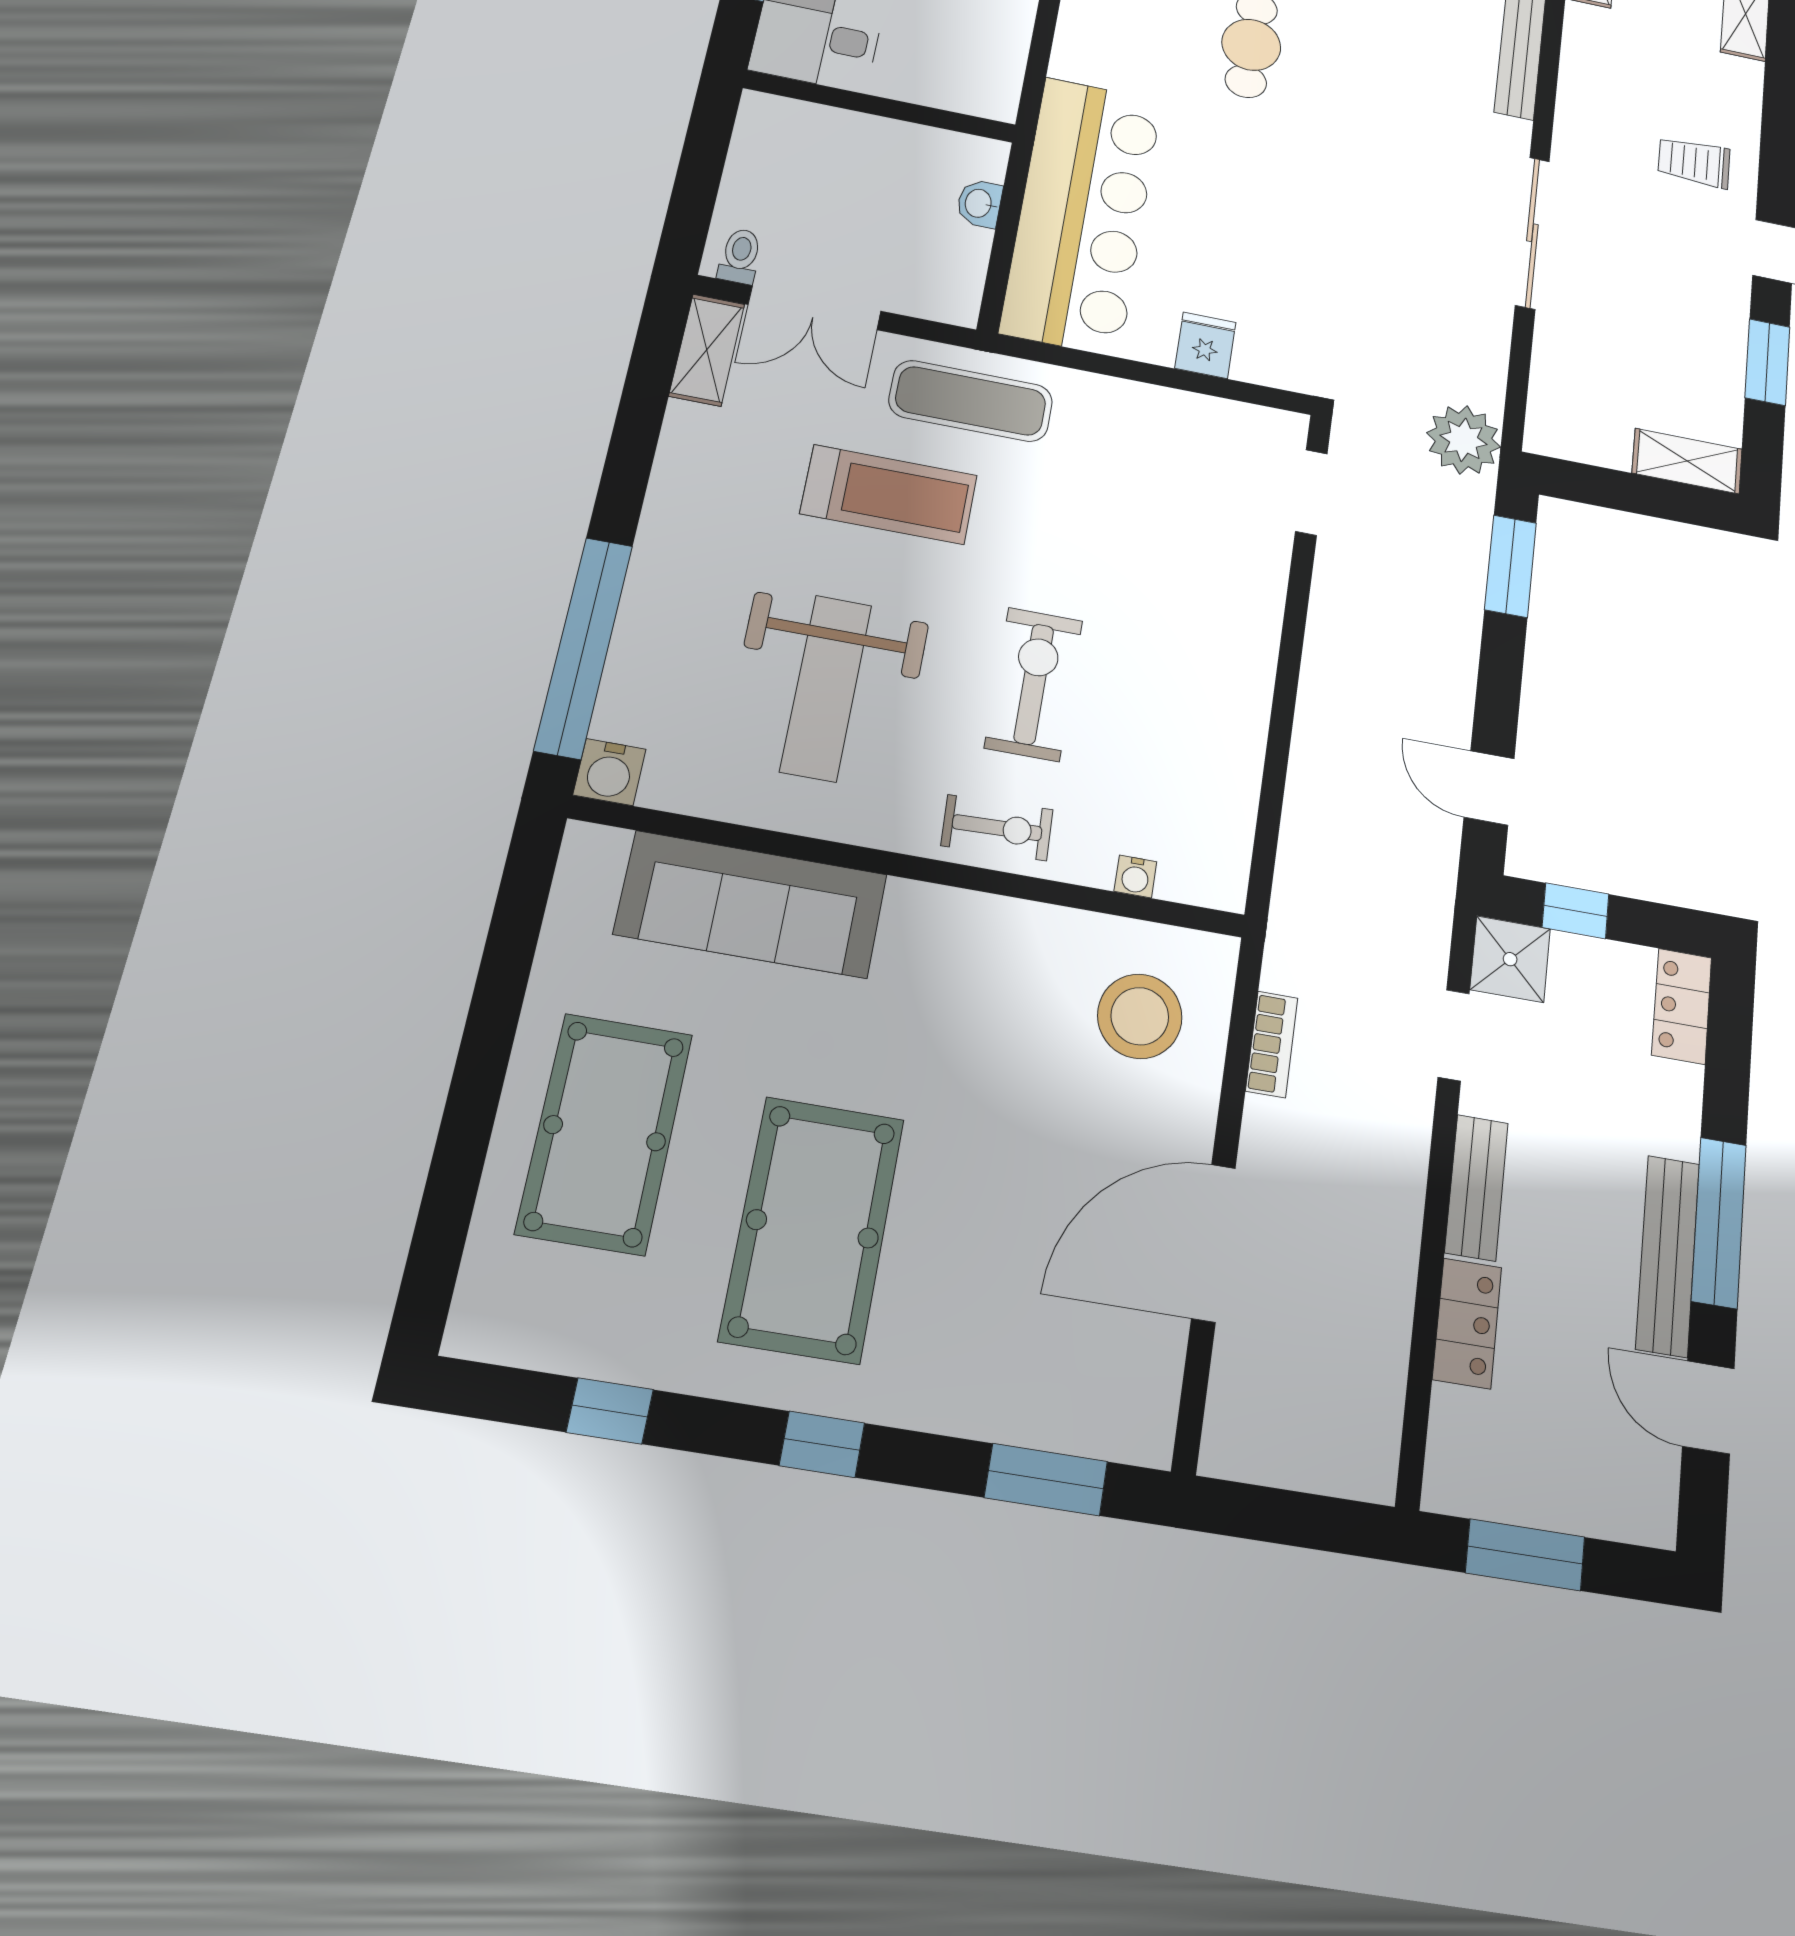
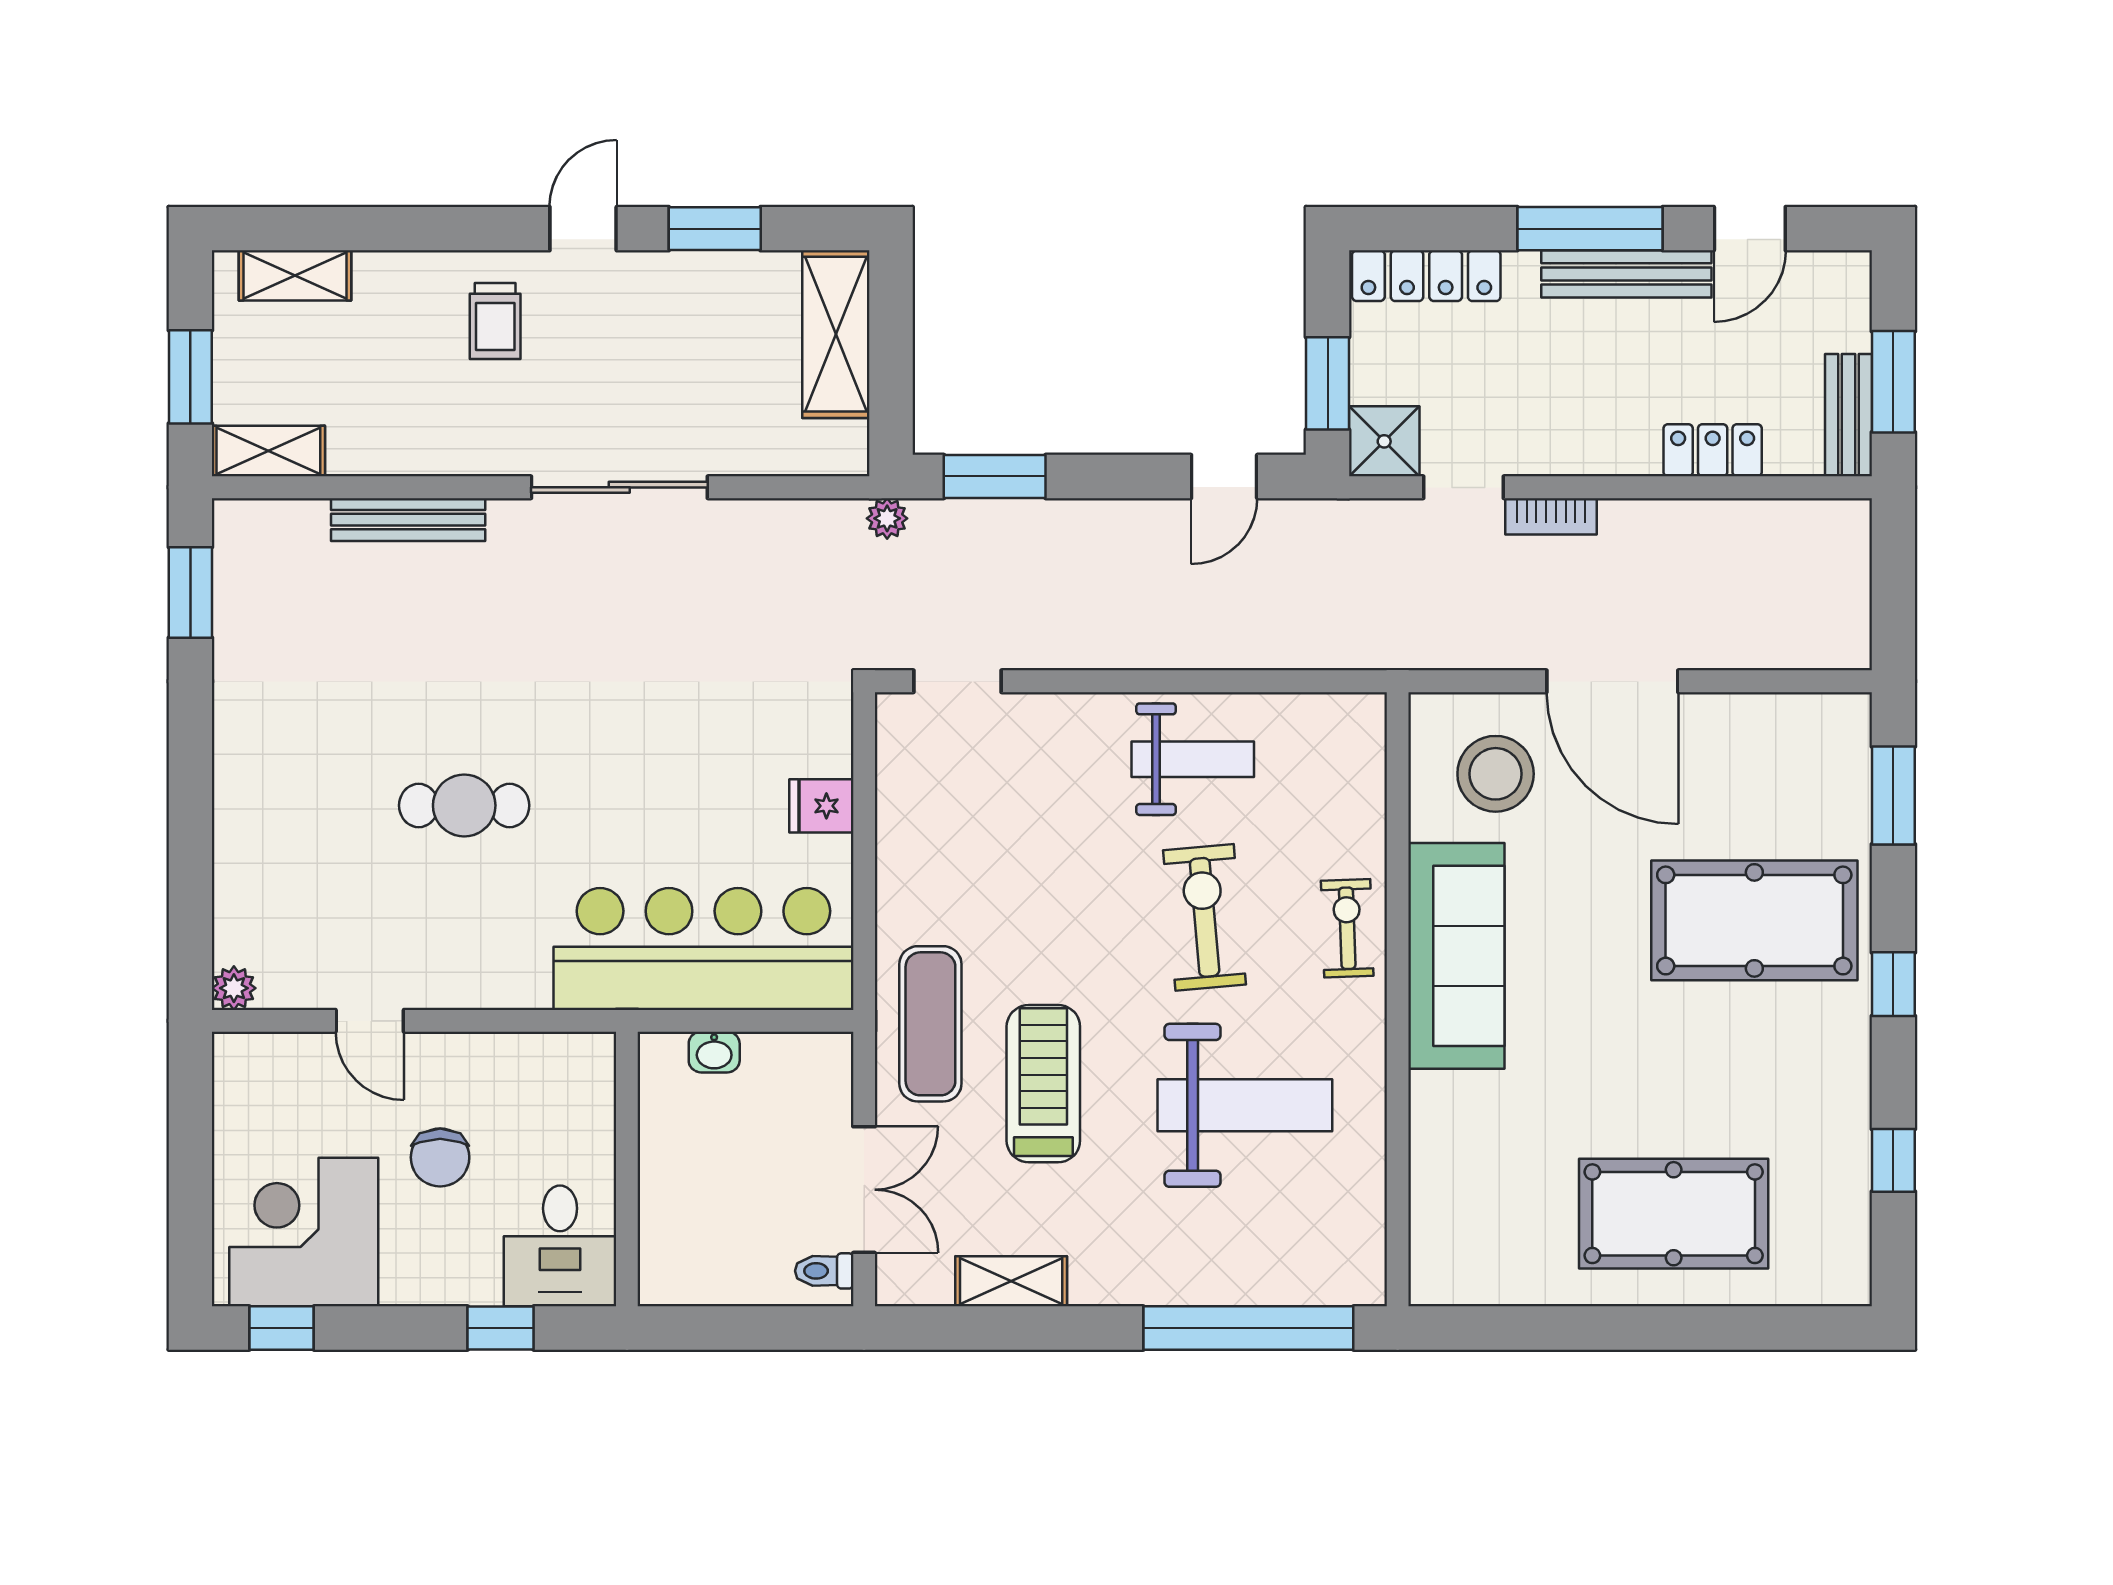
shelving: (707, 350) -> (1011, 1281), moved
plant: (1464, 440) -> (887, 518), width x0.53, depth x0.53
shelving: (1687, 461) -> (836, 334), width x1.50, depth x1.33
exercise bike: (1034, 684) -> (1205, 917), turned 85
weight bench: (1201, 703) -> (1193, 759), added
water cooler: (610, 772) -> (1360, 1279), removed
water cooler: (1135, 876) -> (1369, 796), removed
sofa: (751, 904) -> (1456, 956), moved
window: (1576, 911) -> (1328, 383), width x1.50
locker: (1682, 1006) -> (1426, 276), width x1.53
bookcase: (1272, 1044) -> (1551, 516), moved, turned 180
bench: (1476, 1187) -> (1848, 415), moved, turned 90
pool table: (812, 1229) -> (1754, 920), moved
door: (1213, 1243) -> (1612, 681), moved

